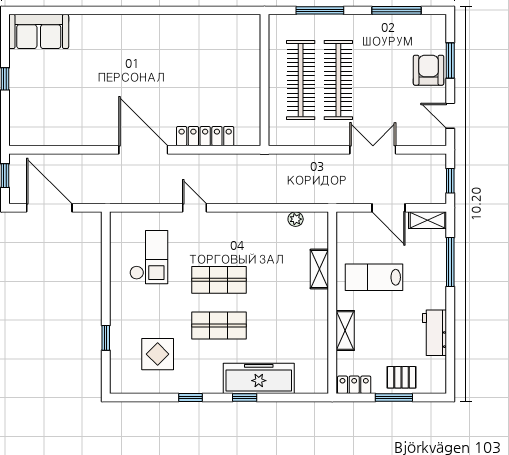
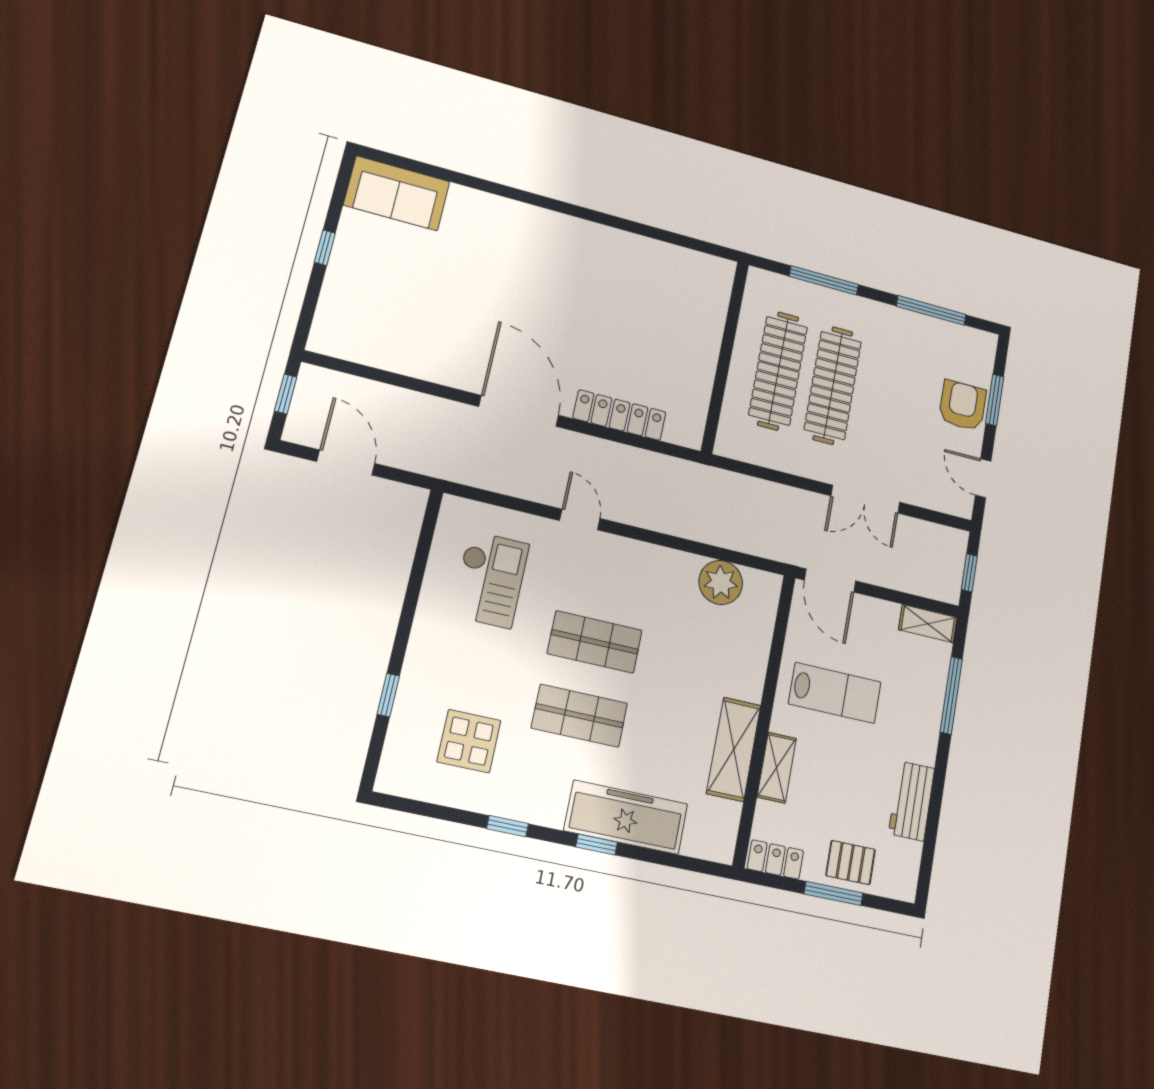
double door: (373, 150) -> (865, 499), swing flipped
door: (49, 208) -> (346, 462), width x0.73
door: (389, 208) -> (830, 581), moved
plant: (296, 219) -> (721, 582), width x1.88, depth x1.88
shelving: (319, 269) -> (734, 749), moved, width x1.50, depth x1.33
lab bench: (374, 277) -> (835, 693), turned 180

